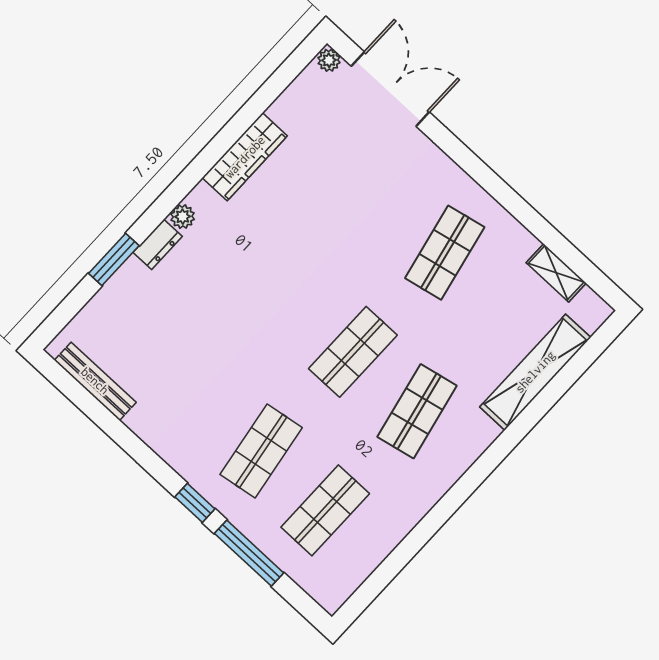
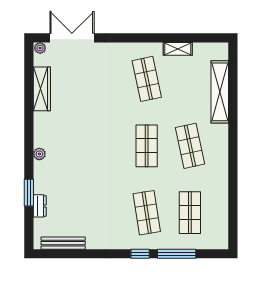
wardrobe: (245, 157) -> (42, 89), moved
dresser: (158, 244) -> (40, 206), moved
shelving: (556, 273) -> (178, 49), moved

